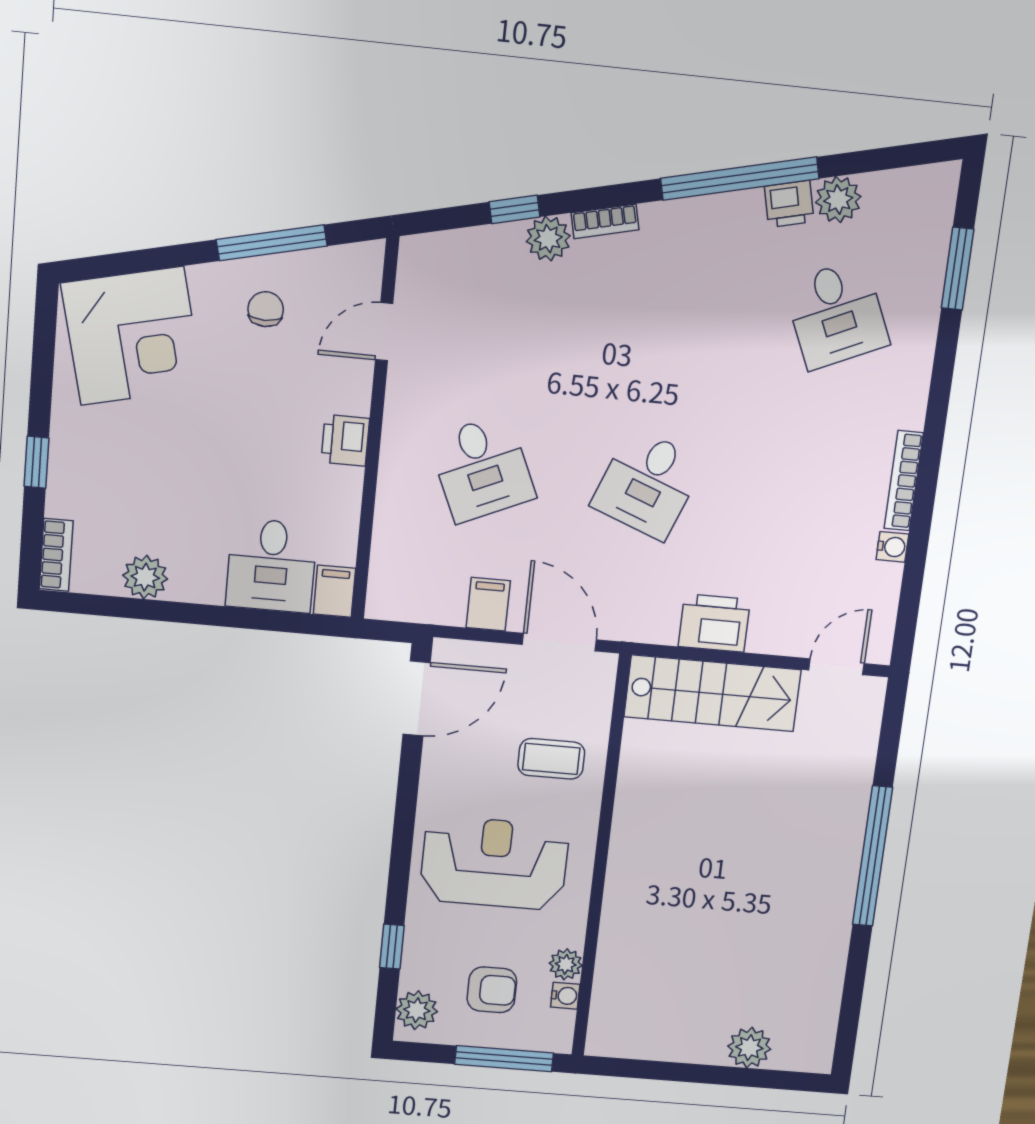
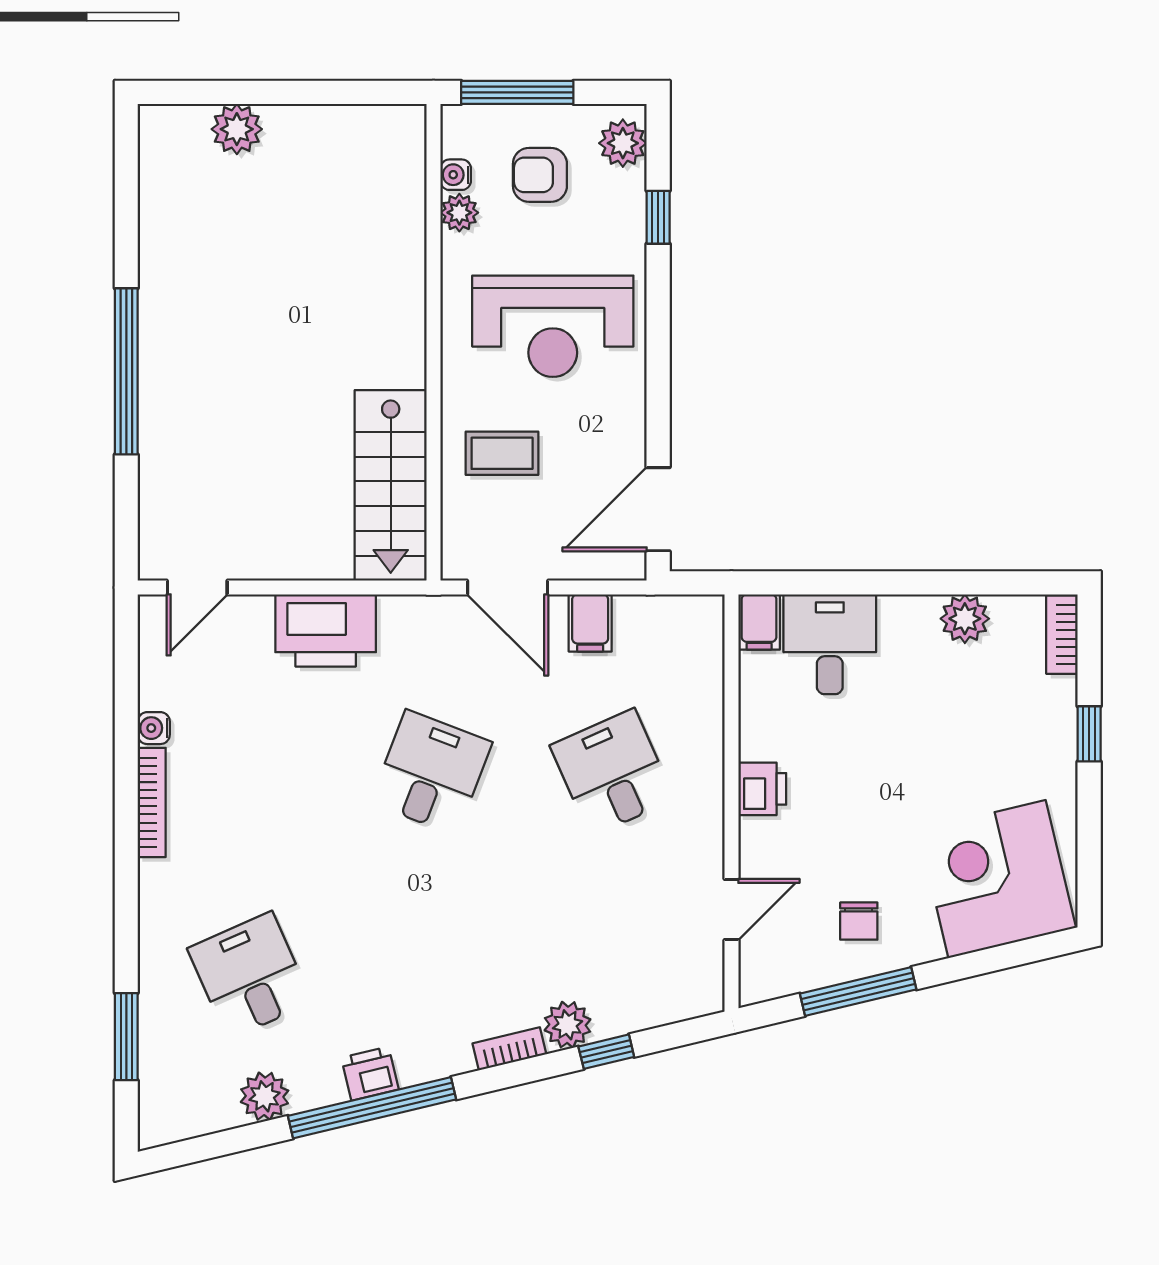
printer: (789, 204) -> (370, 1074), moved
printer: (714, 623) -> (326, 630), width x1.37, depth x1.19
stairs: (713, 693) -> (391, 485), moved, turned -90

